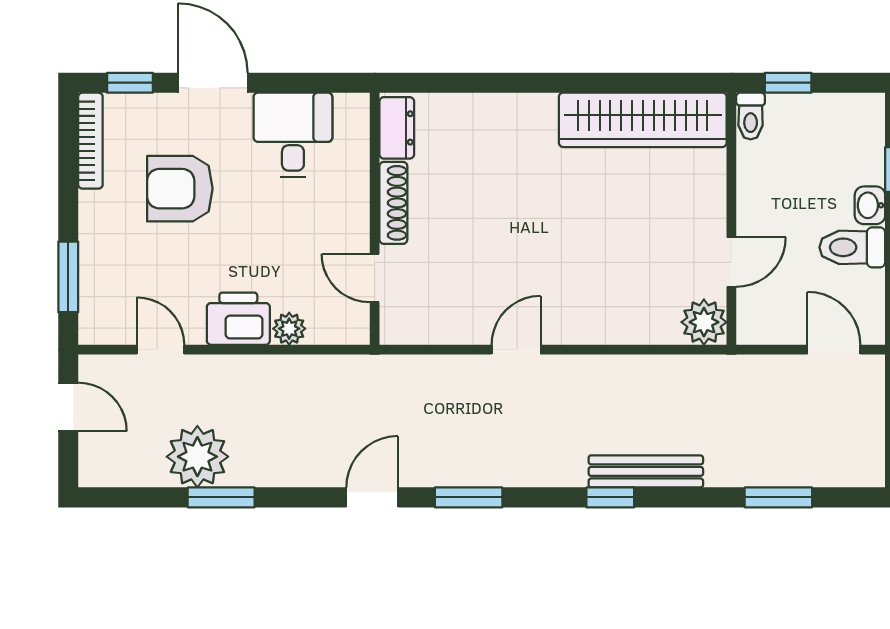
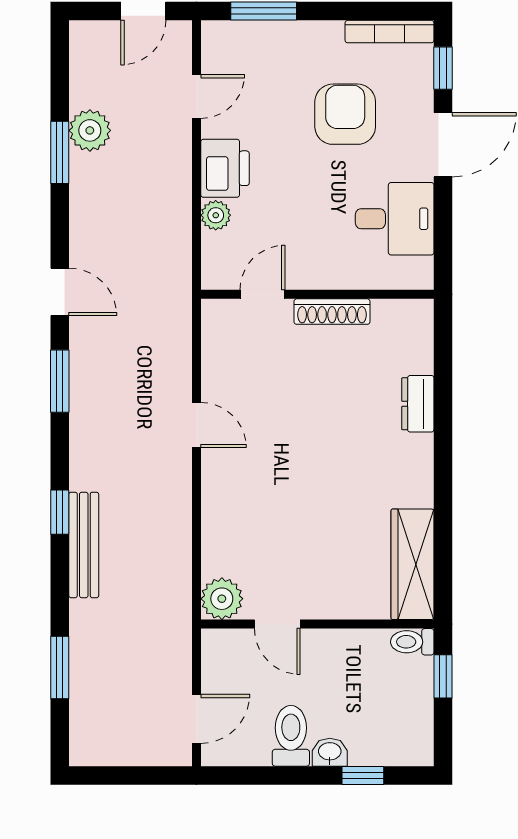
wardrobe: (643, 120) -> (412, 564), width x0.71, depth x0.85
dresser: (397, 128) -> (418, 404), moved, turned 90
plant: (197, 457) -> (90, 130), width x0.73, depth x0.73

